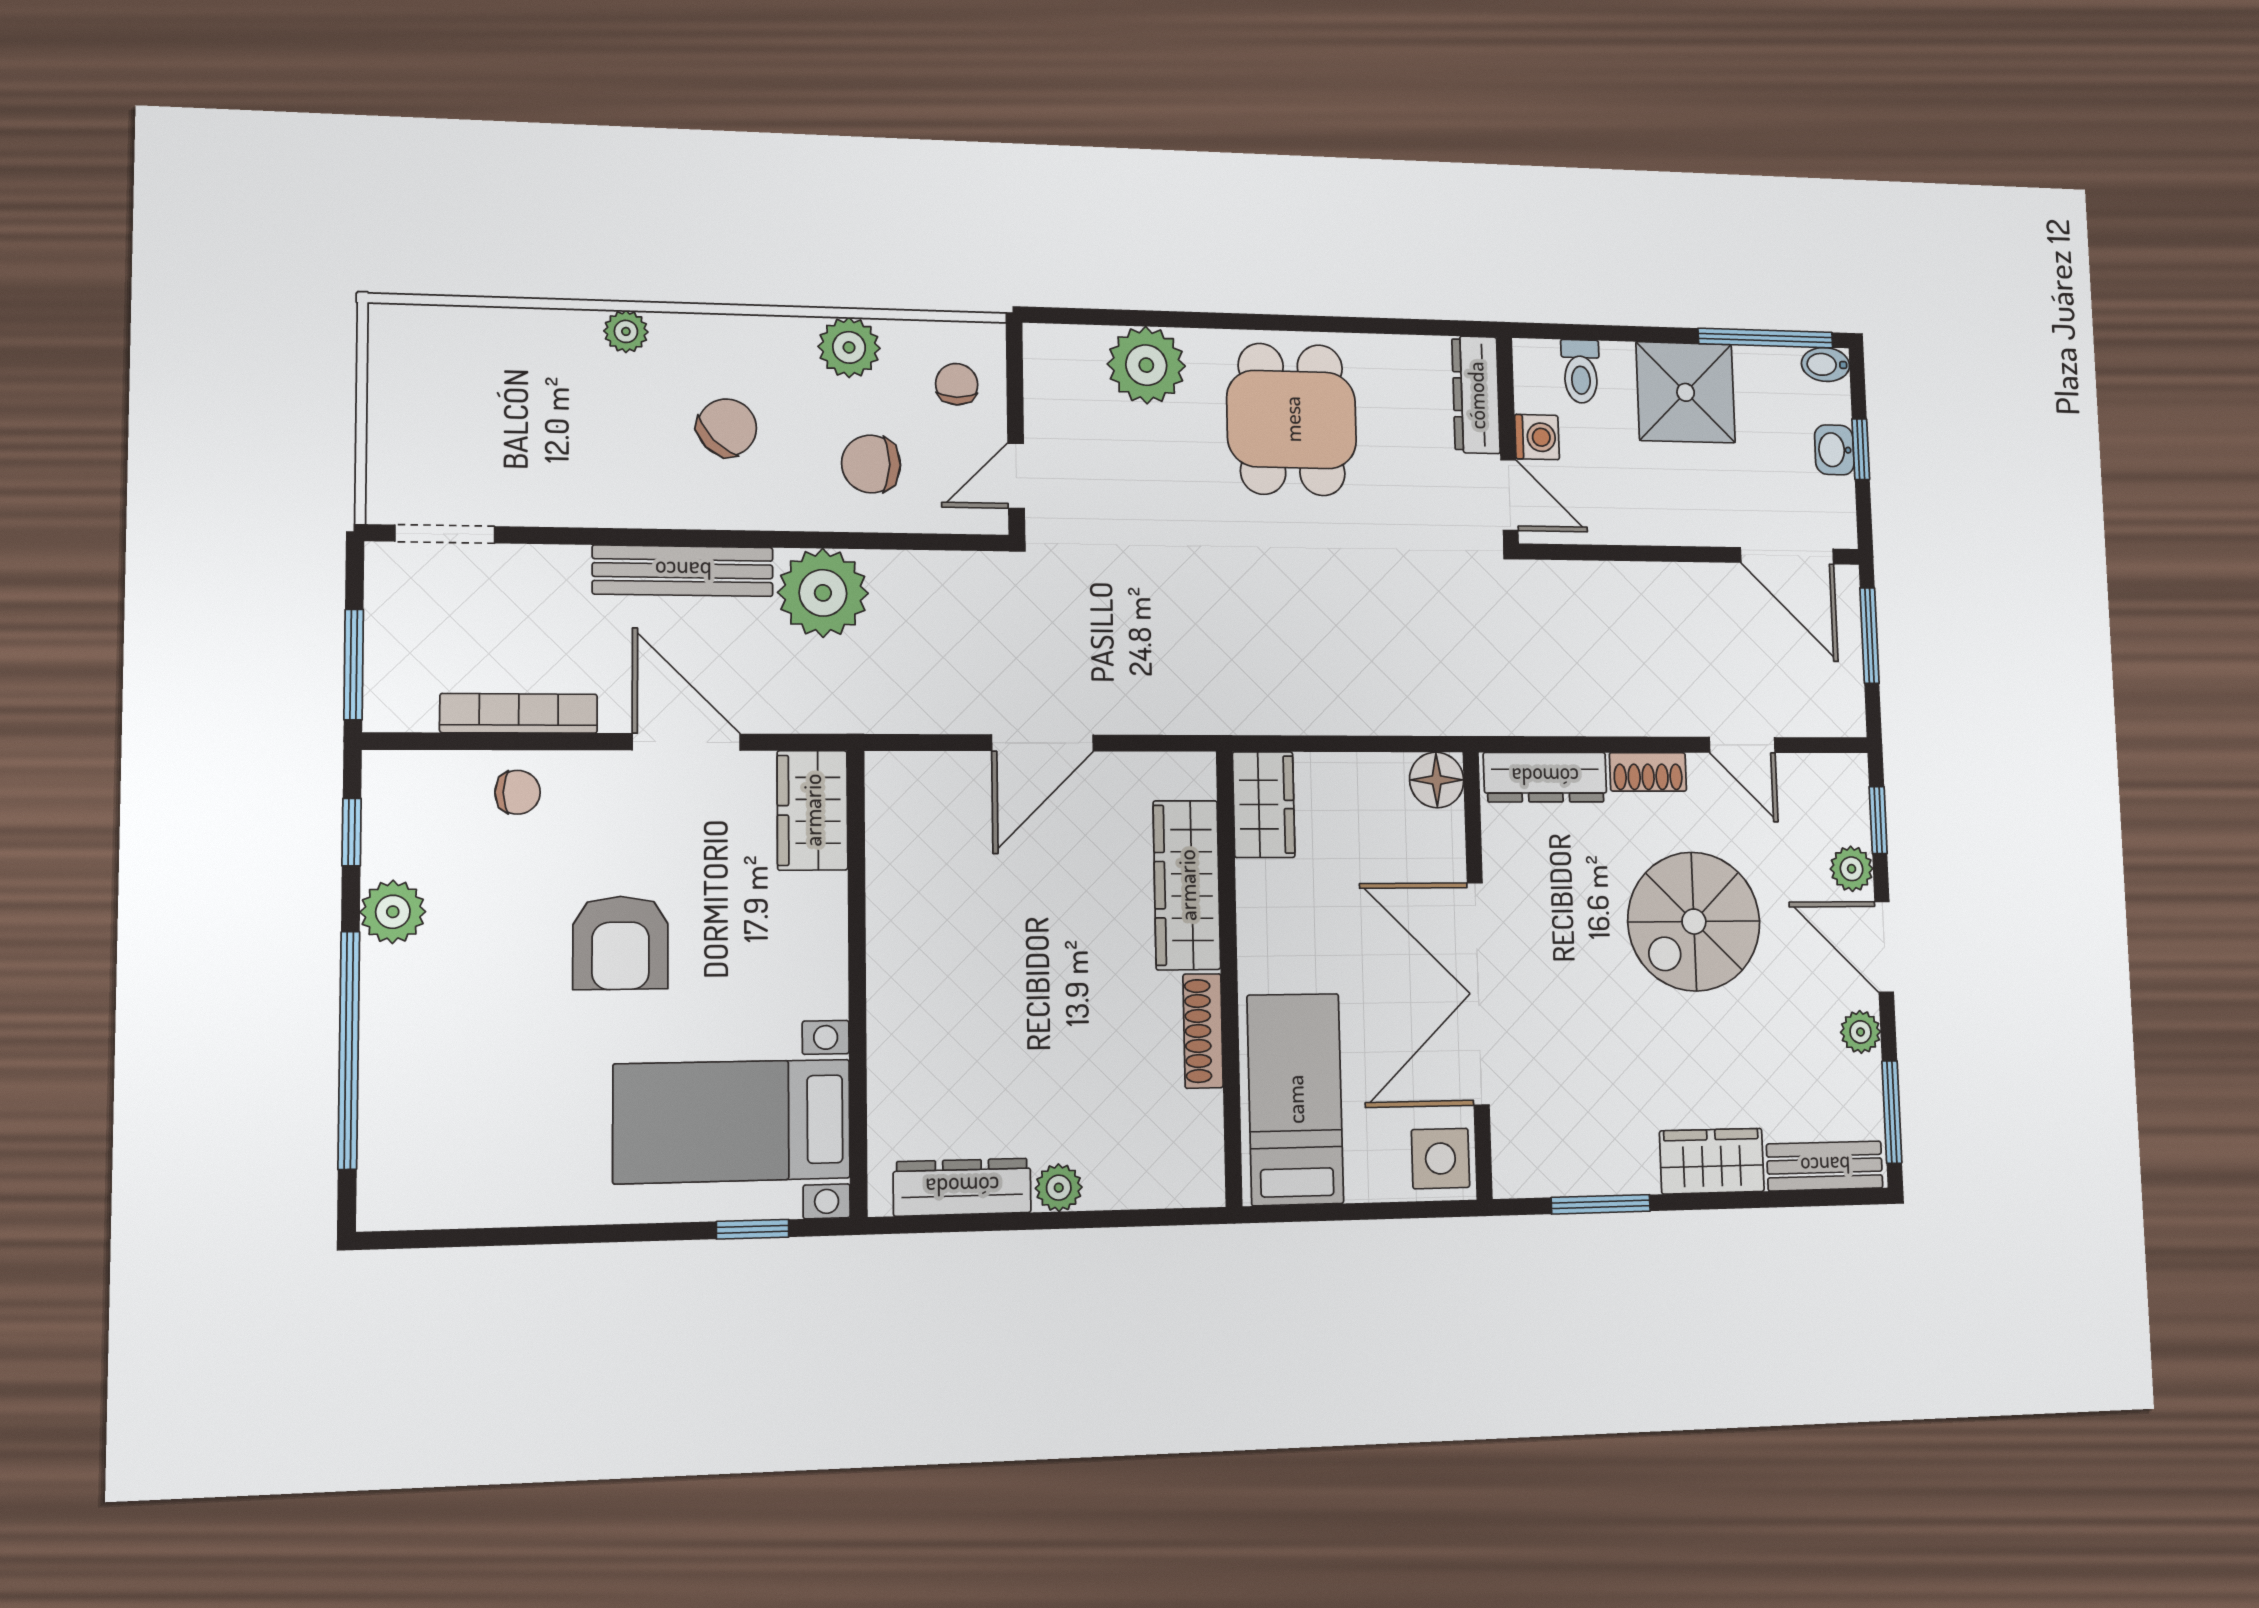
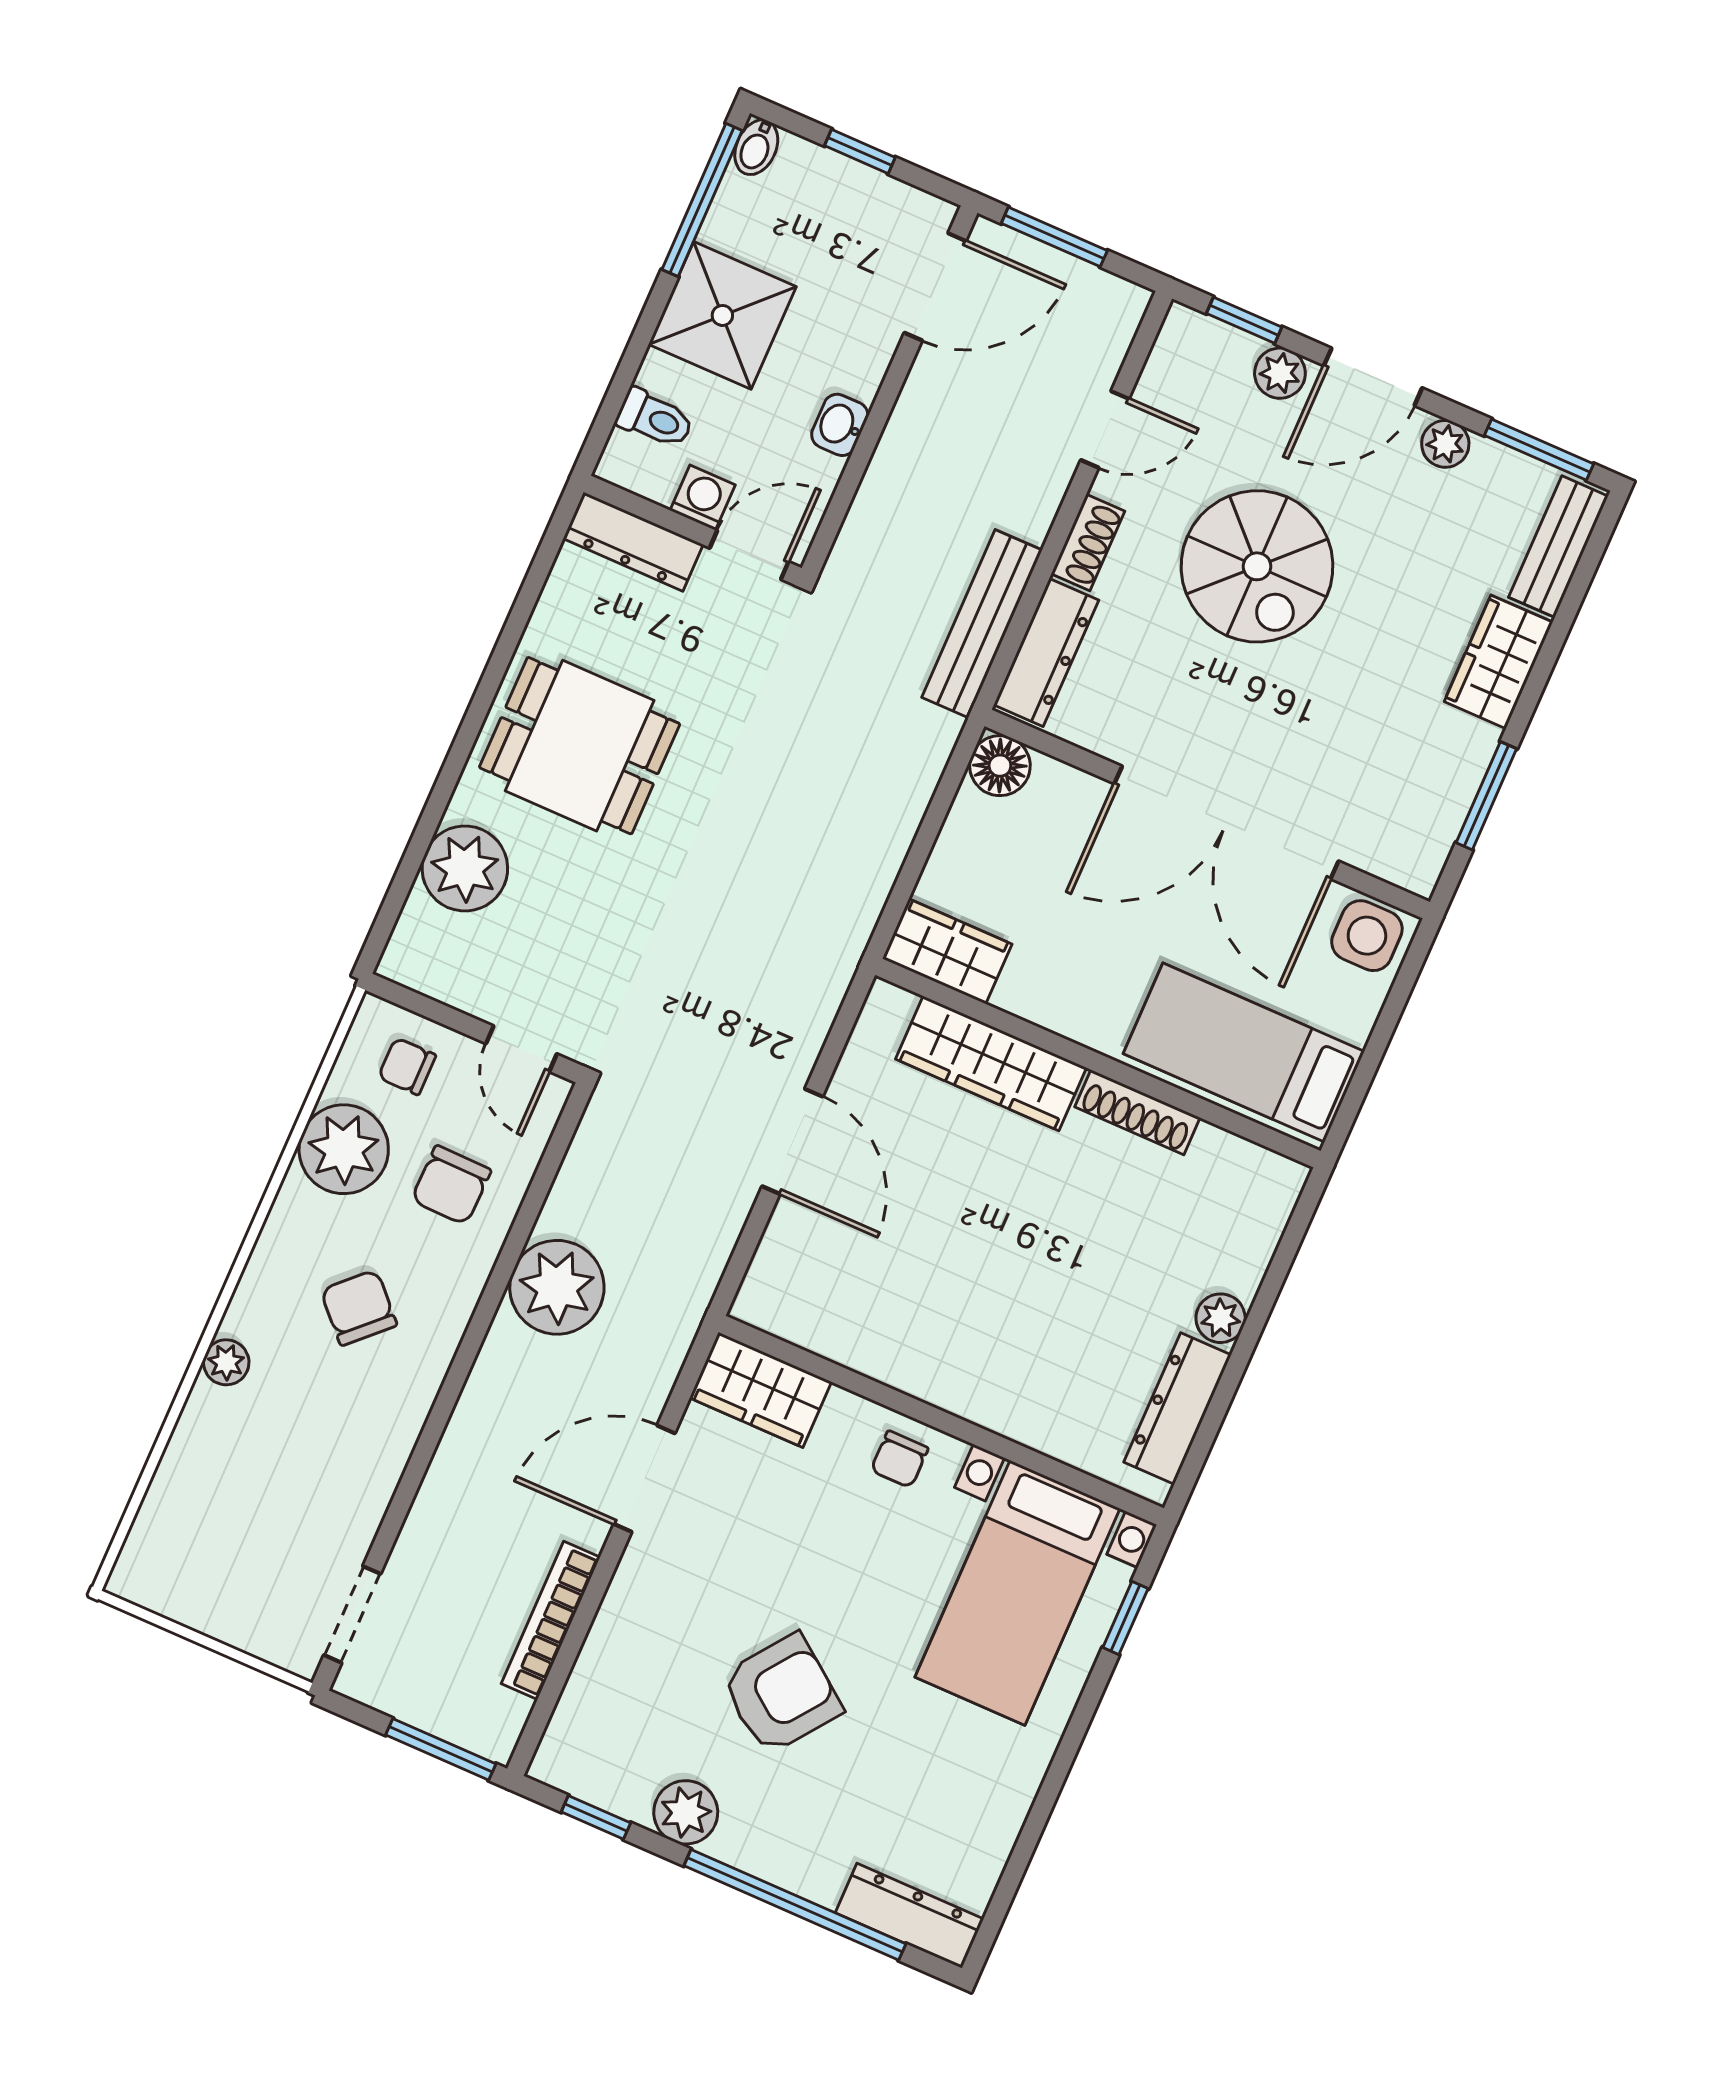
plant: (849, 347) -> (344, 1149), width x1.36, depth x1.36
washbasin: (1834, 450) -> (840, 425), moved, turned 90
bench: (683, 571) -> (982, 624), moved
chair: (518, 792) -> (899, 1459), moved, turned 180
armchair: (621, 943) -> (781, 1694), moved, turned -53
dresser: (385, 1160) -> (909, 1916), added

